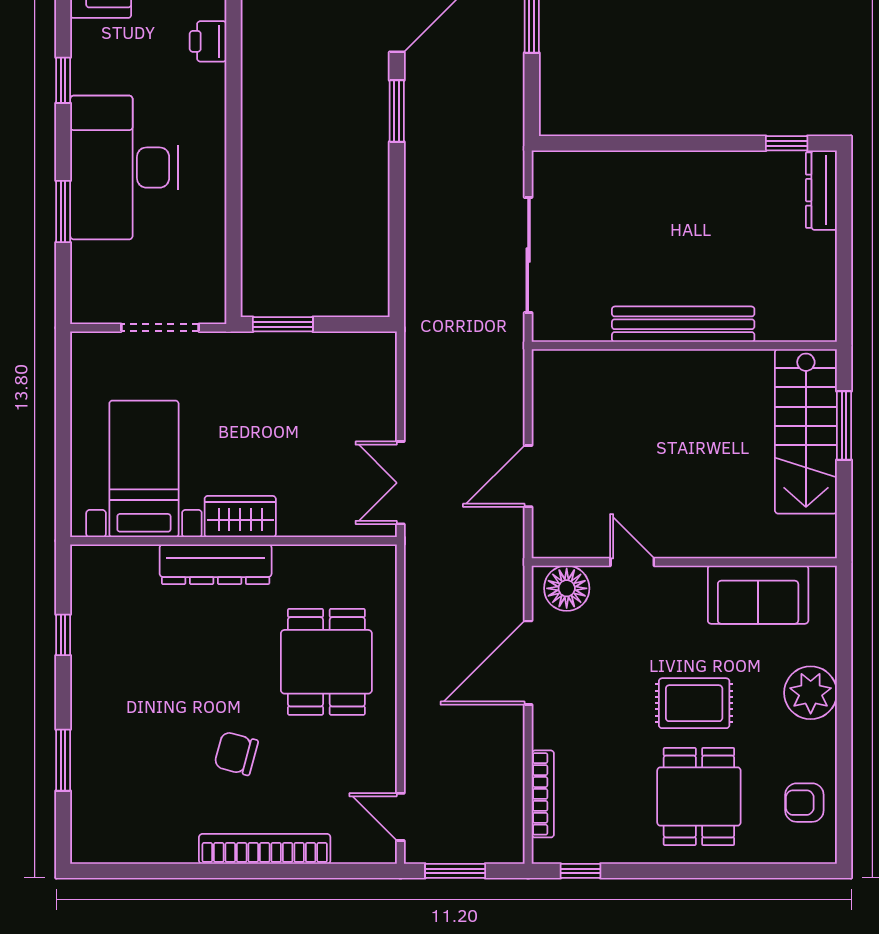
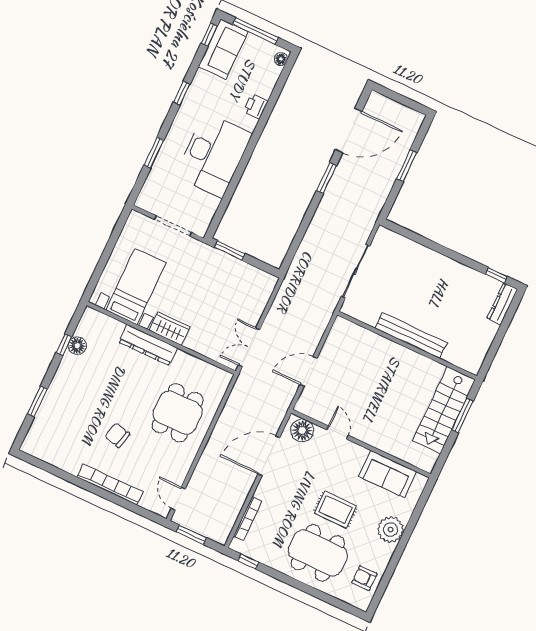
desk: (124, 168) -> (213, 155), moved, turned 180
floor lamp: (88, 626) -> (77, 346), added
dining table: (699, 796) -> (318, 553), width x1.38

